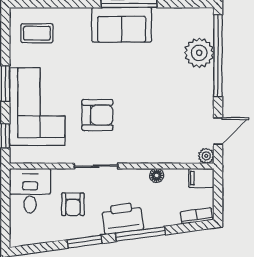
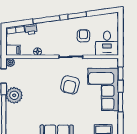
plant: (199, 53) -> (14, 95), moved
armchair: (97, 115) -> (70, 85), turned -77
printer: (122, 218) -> (31, 29), moved, width x0.53, depth x0.68

